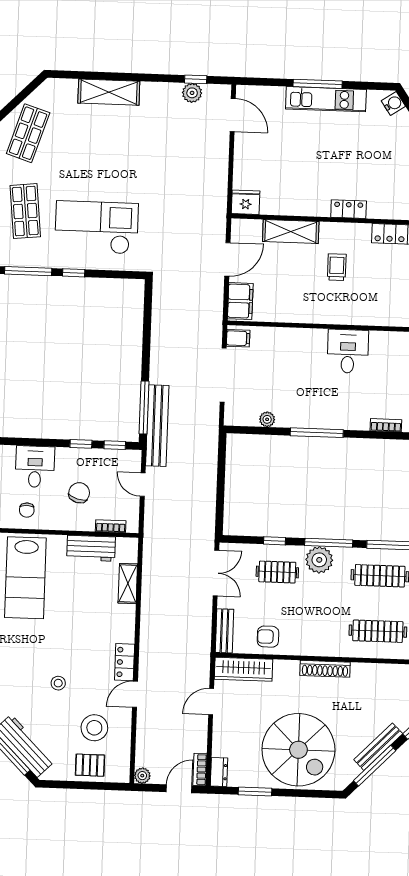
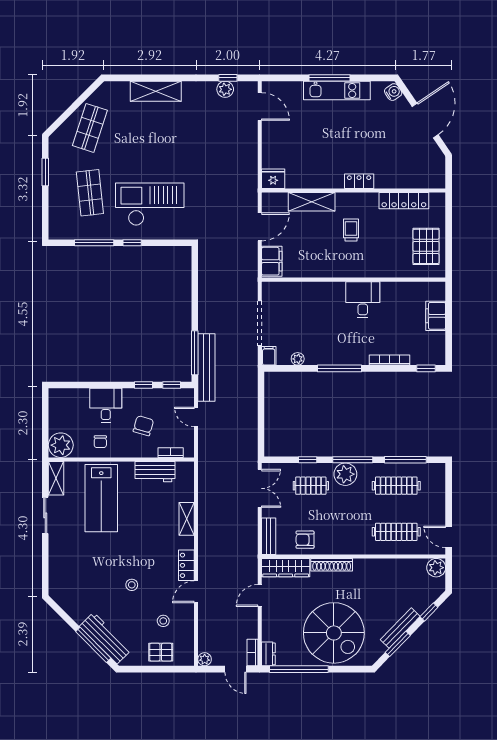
filing cabinet: (238, 338) -> (269, 356), moved, turned -90
bookcase: (386, 425) -> (389, 360), width x1.56
shelving: (128, 584) -> (187, 519), moved
shoe rack: (325, 669) -> (332, 565), moved
stool: (94, 728) -> (163, 621), width x0.53, depth x0.53
window: (375, 766) -> (398, 644), width x0.69
door: (179, 789) -> (236, 669), swing flipped
window: (255, 792) -> (299, 669), width x2.11

